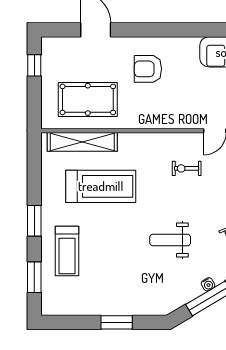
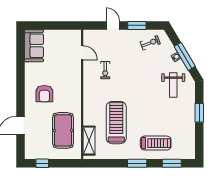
shelving: (82, 142) -> (89, 141), width x0.68
weight bench: (170, 240) -> (173, 85), moved

